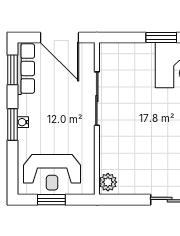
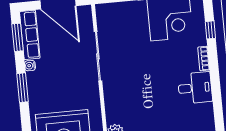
water cooler: (23, 122) -> (30, 66), moved

